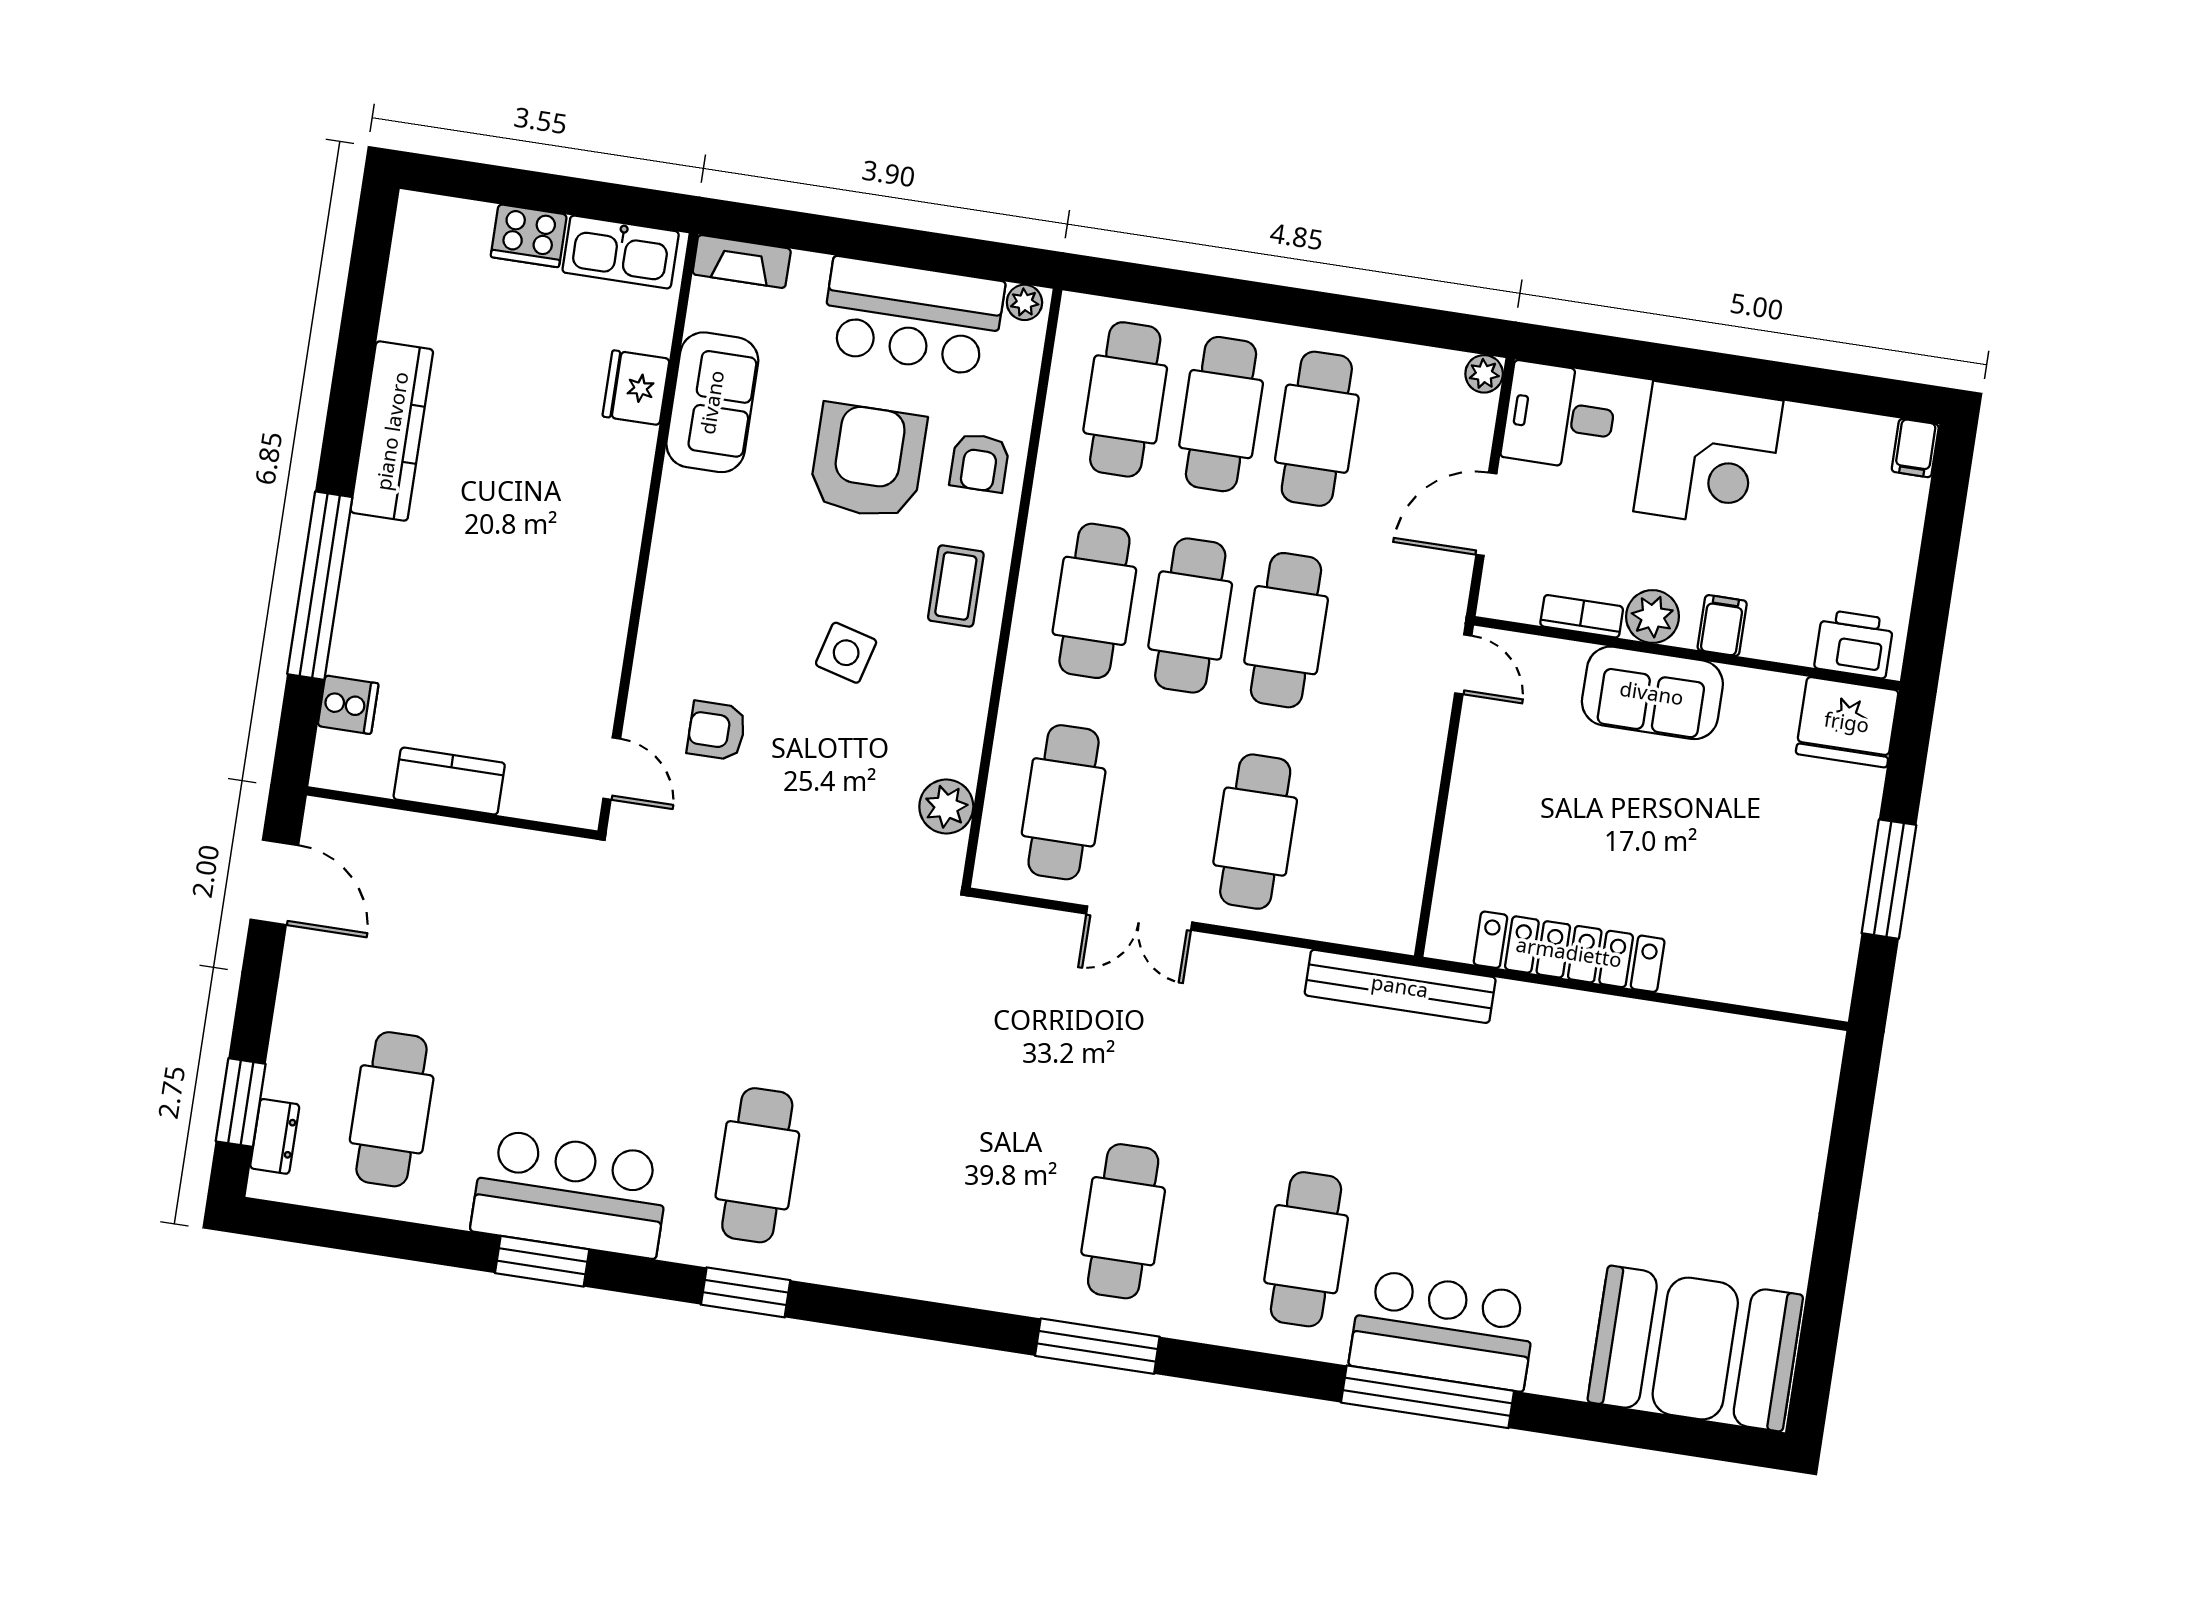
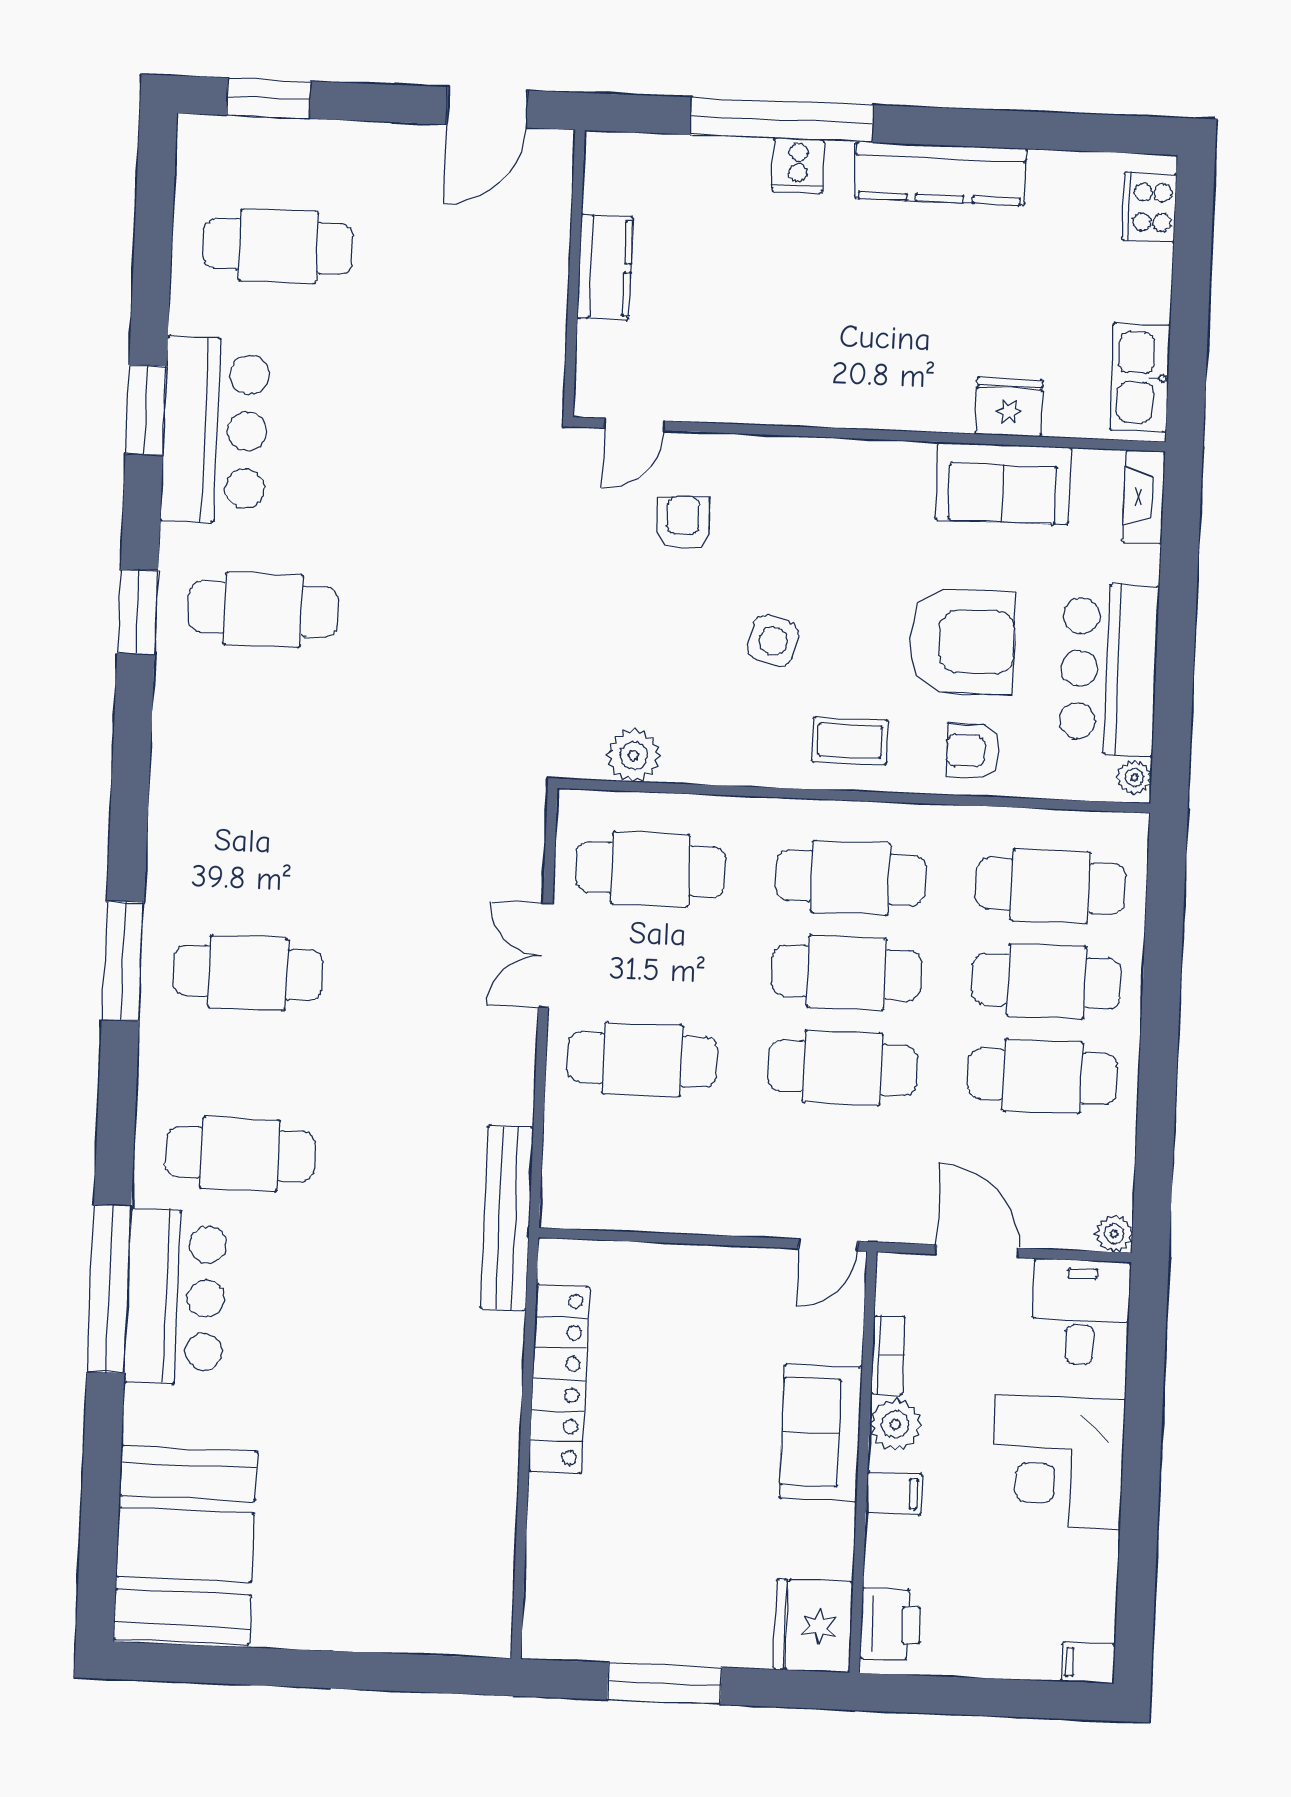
cooker: (529, 236) -> (1149, 207), moved
cooker: (348, 705) -> (798, 166), moved
dresser: (275, 1136) -> (239, 135), removed

